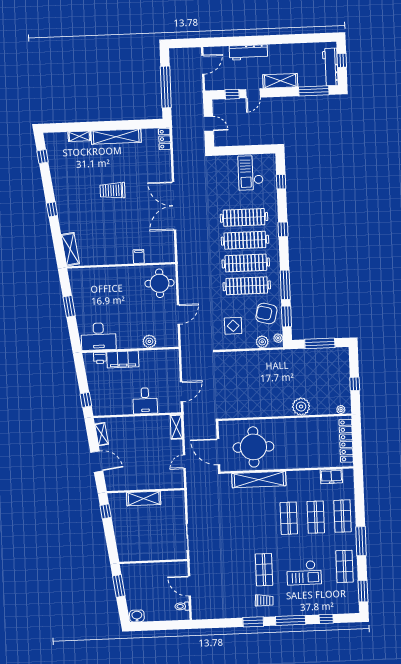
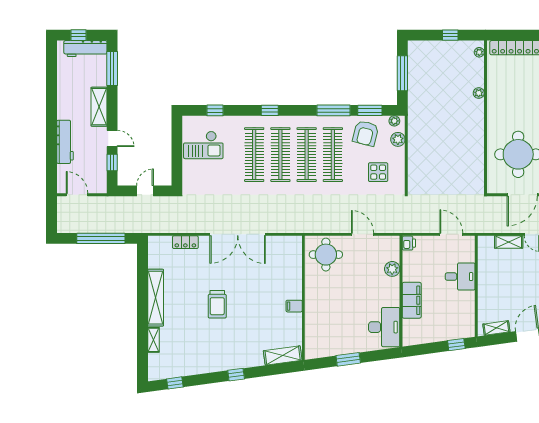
locker: (165, 139) -> (185, 242), moved
filing cabinet: (139, 256) -> (294, 306), moved
printer: (100, 358) -> (409, 243), moved
plant: (301, 407) -> (479, 93), width x0.53, depth x0.53
shelving: (176, 427) -> (509, 242), moved

